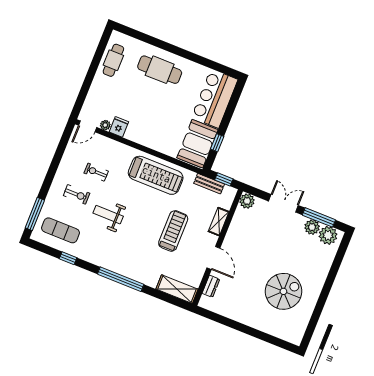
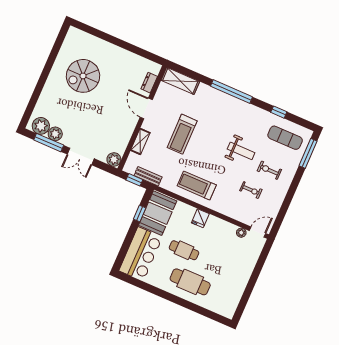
cafe table: (113, 60) -> (184, 250), moved, turned 90
fridge: (119, 127) -> (200, 218), moved
treadmill: (156, 175) -> (197, 185), width x0.73, depth x0.73

